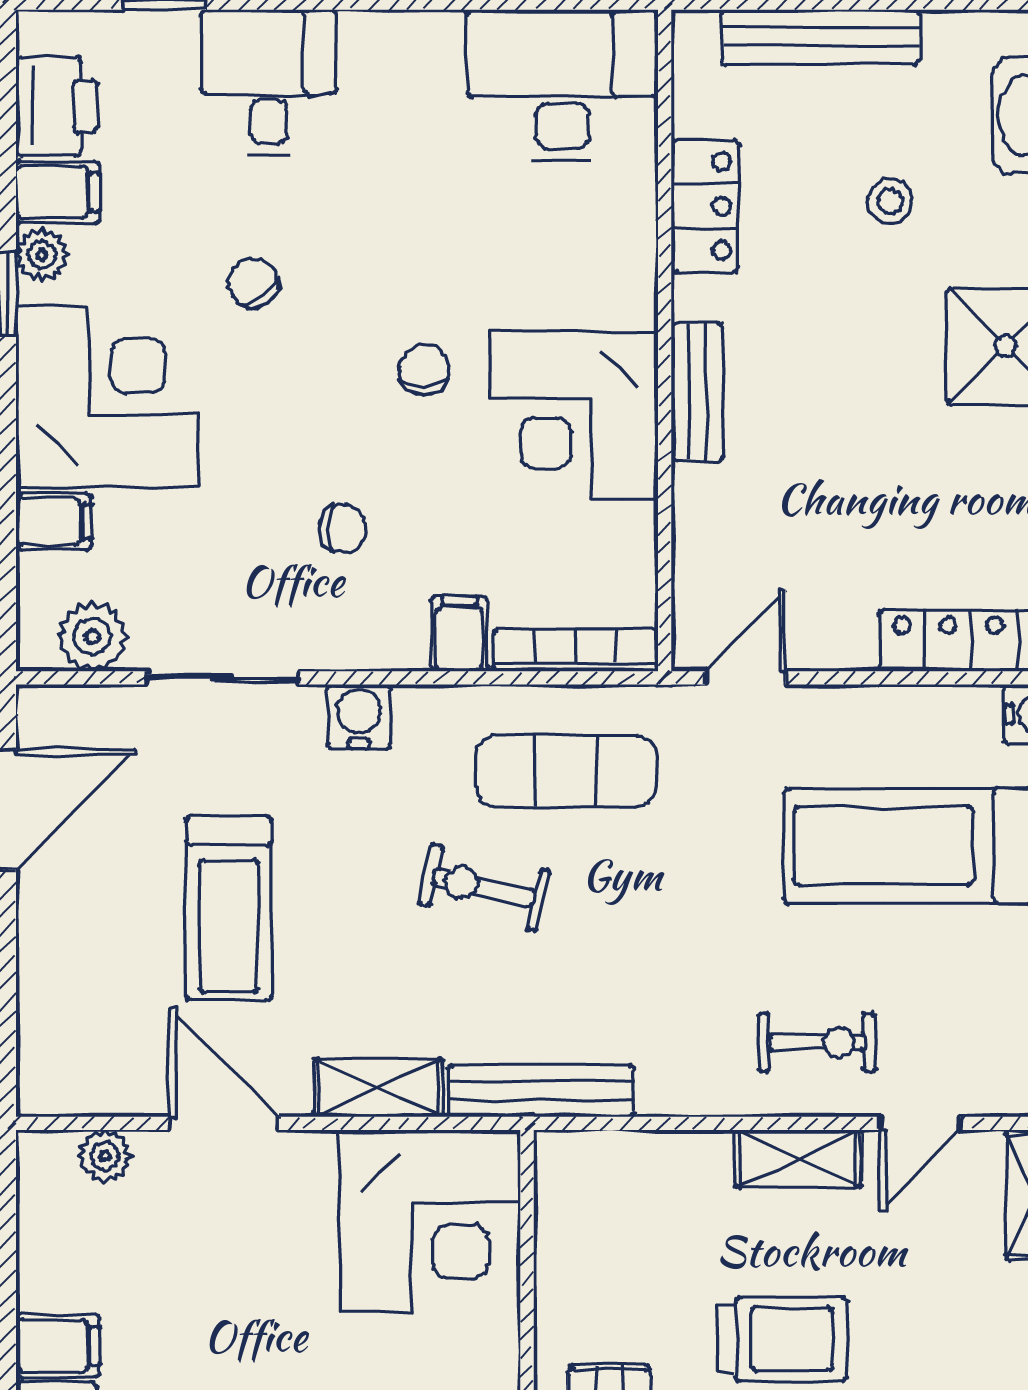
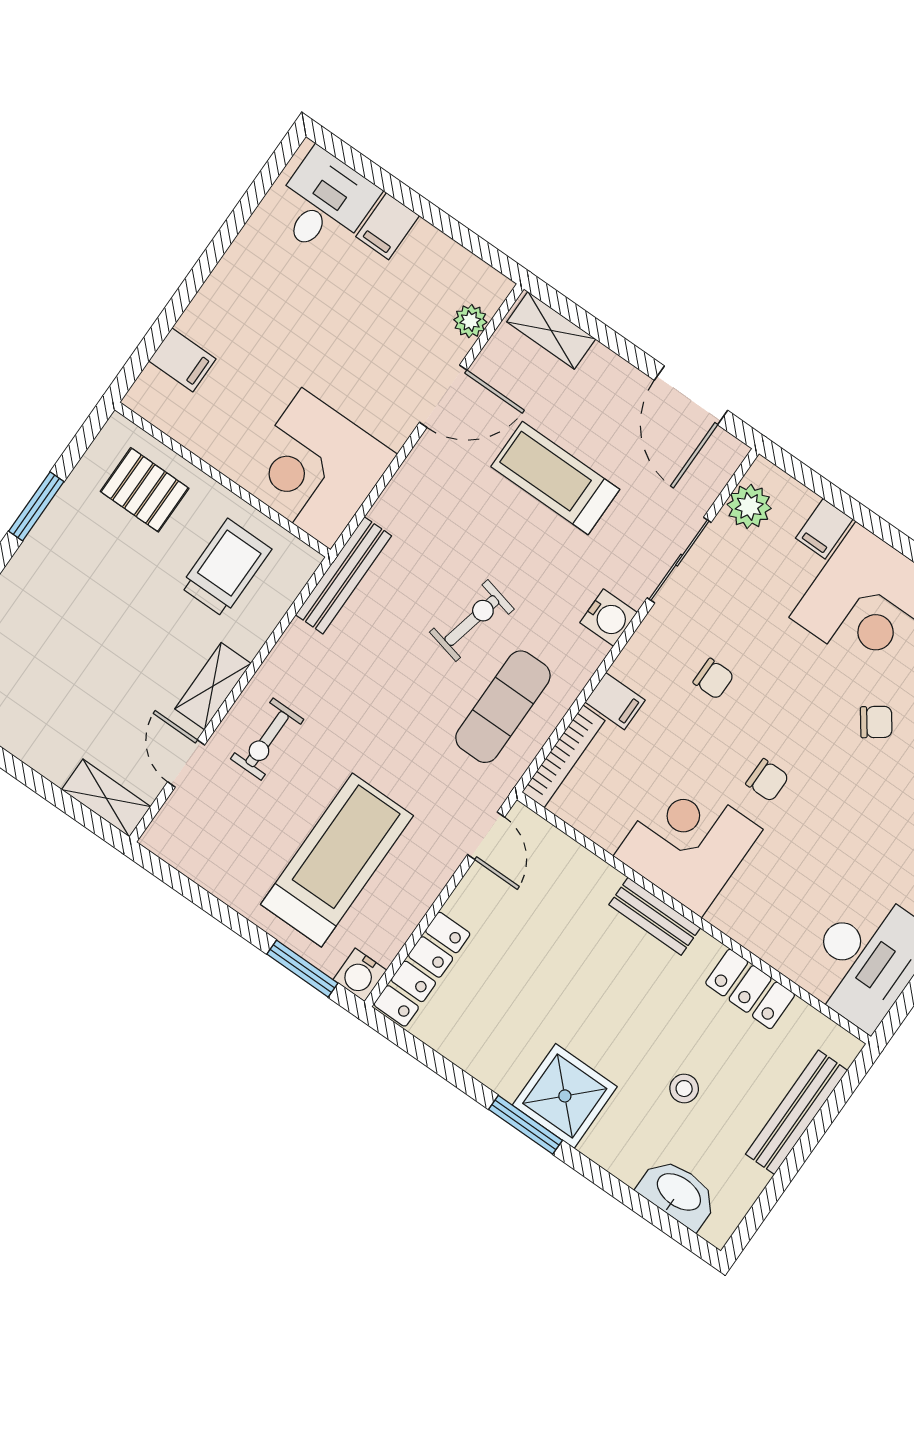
chair: (343, 529) -> (714, 679), turned -90
shelving: (378, 1088) -> (551, 330), moved, turned 90
trolley: (783, 1339) -> (226, 568), moved, turned 180

